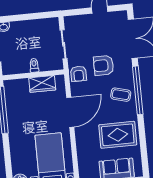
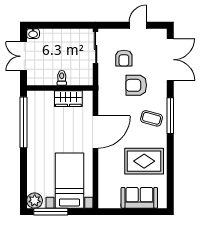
sliding door: (64, 44) -> (96, 48), moved
armchair: (79, 74) -> (124, 58), moved
window: (138, 90) -> (170, 116), width x0.68

